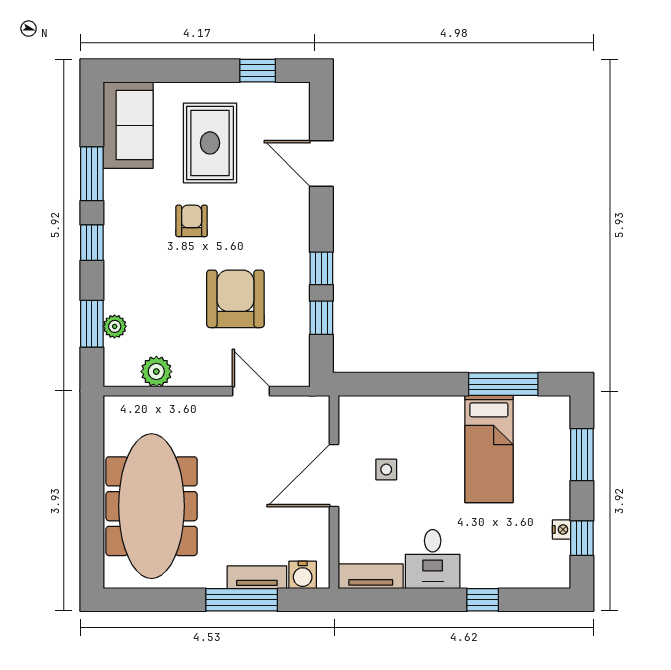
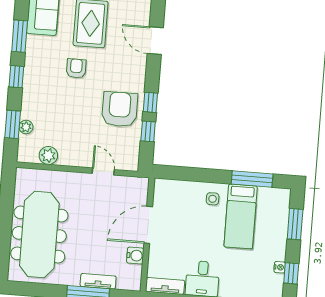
armchair: (235, 299) -> (120, 109), moved
side table: (386, 470) -> (213, 199), moved
water cooler: (303, 575) -> (135, 256), moved, turned -90

